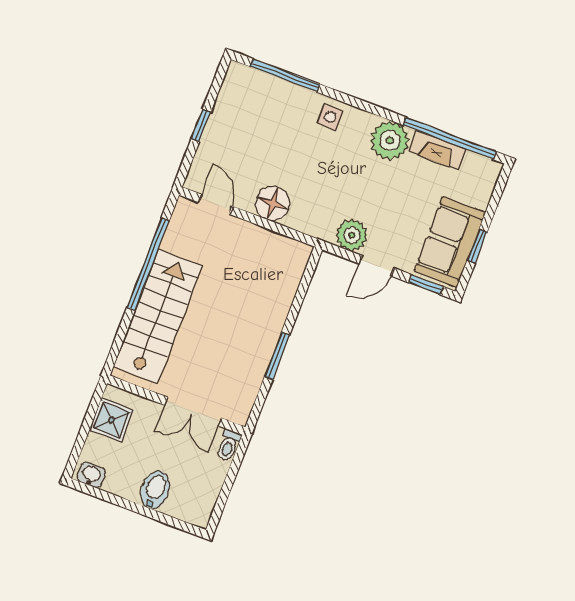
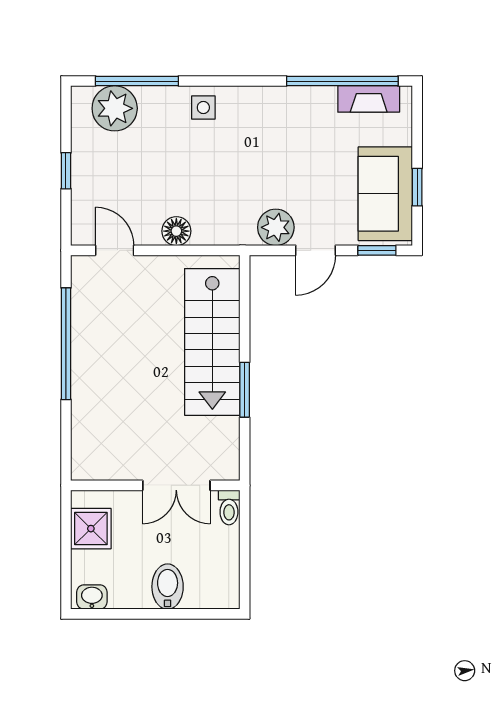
plant: (390, 141) -> (115, 108), moved
fireplace: (438, 150) -> (369, 99), moved
floor lamp: (273, 203) -> (176, 231), width x0.73, depth x0.73
stairs: (158, 316) -> (212, 342), moved, turned 180

